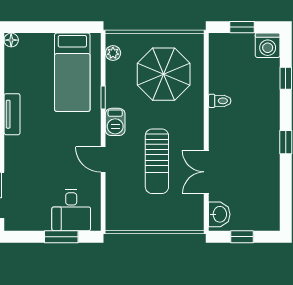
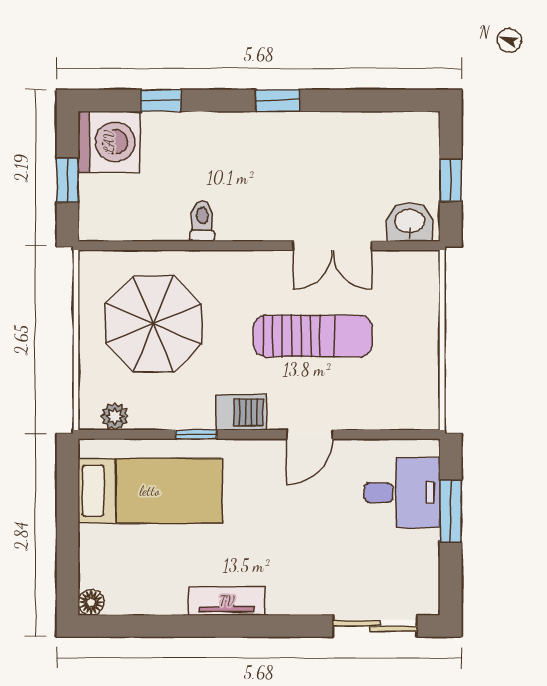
washing machine: (268, 45) -> (109, 142), width x1.37, depth x1.37

